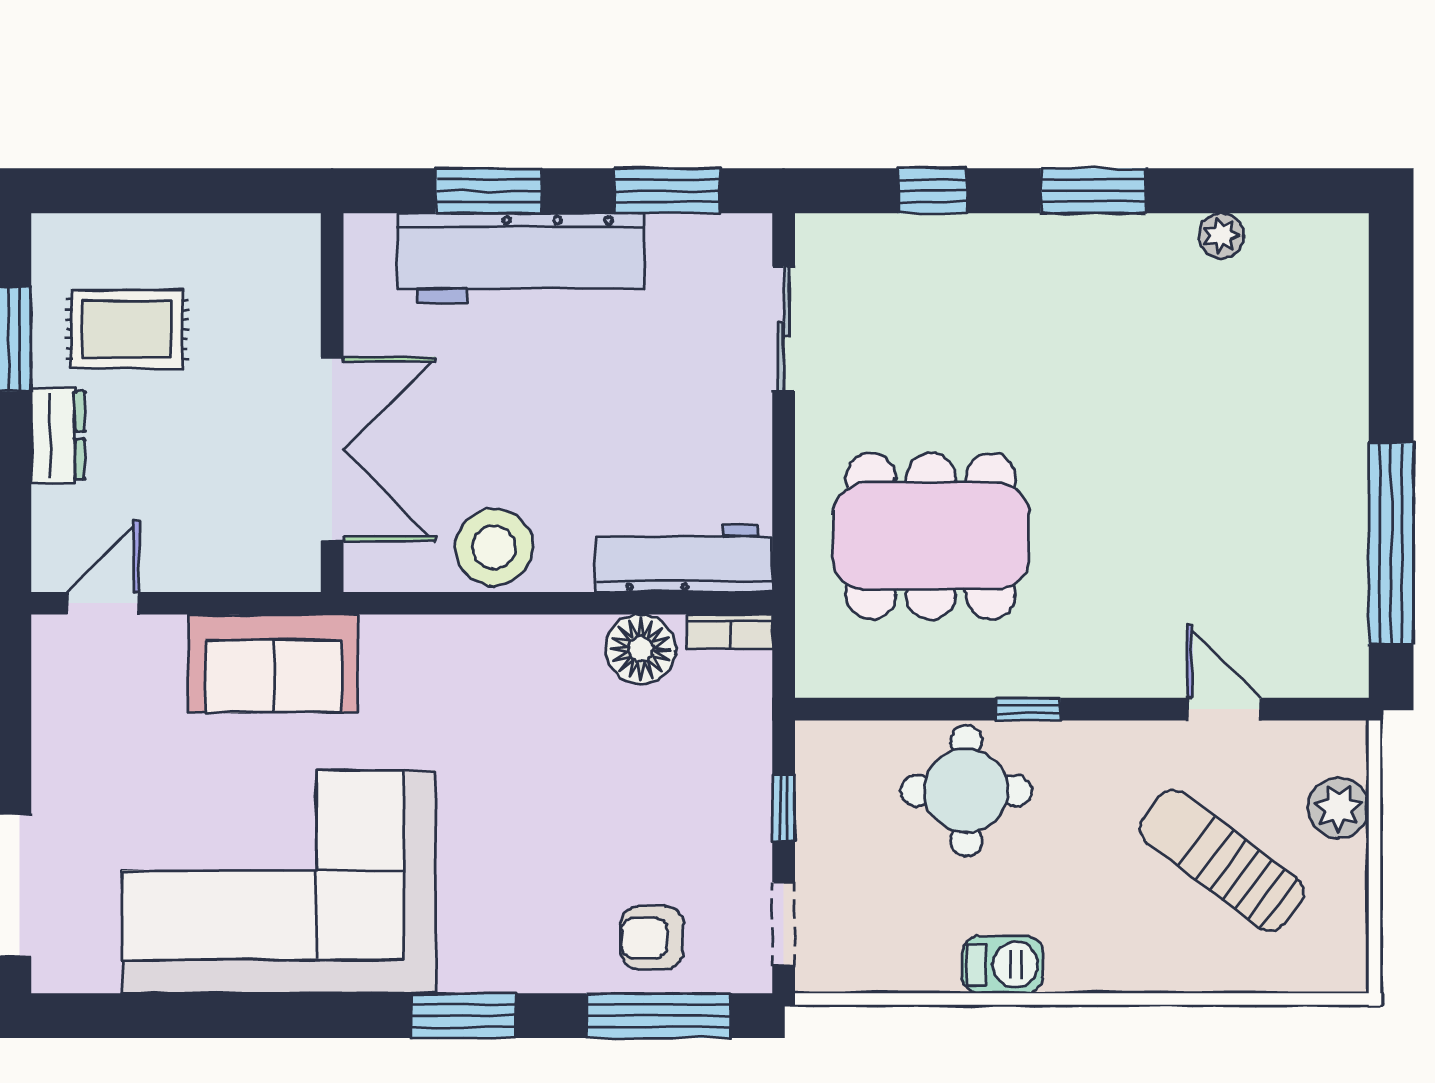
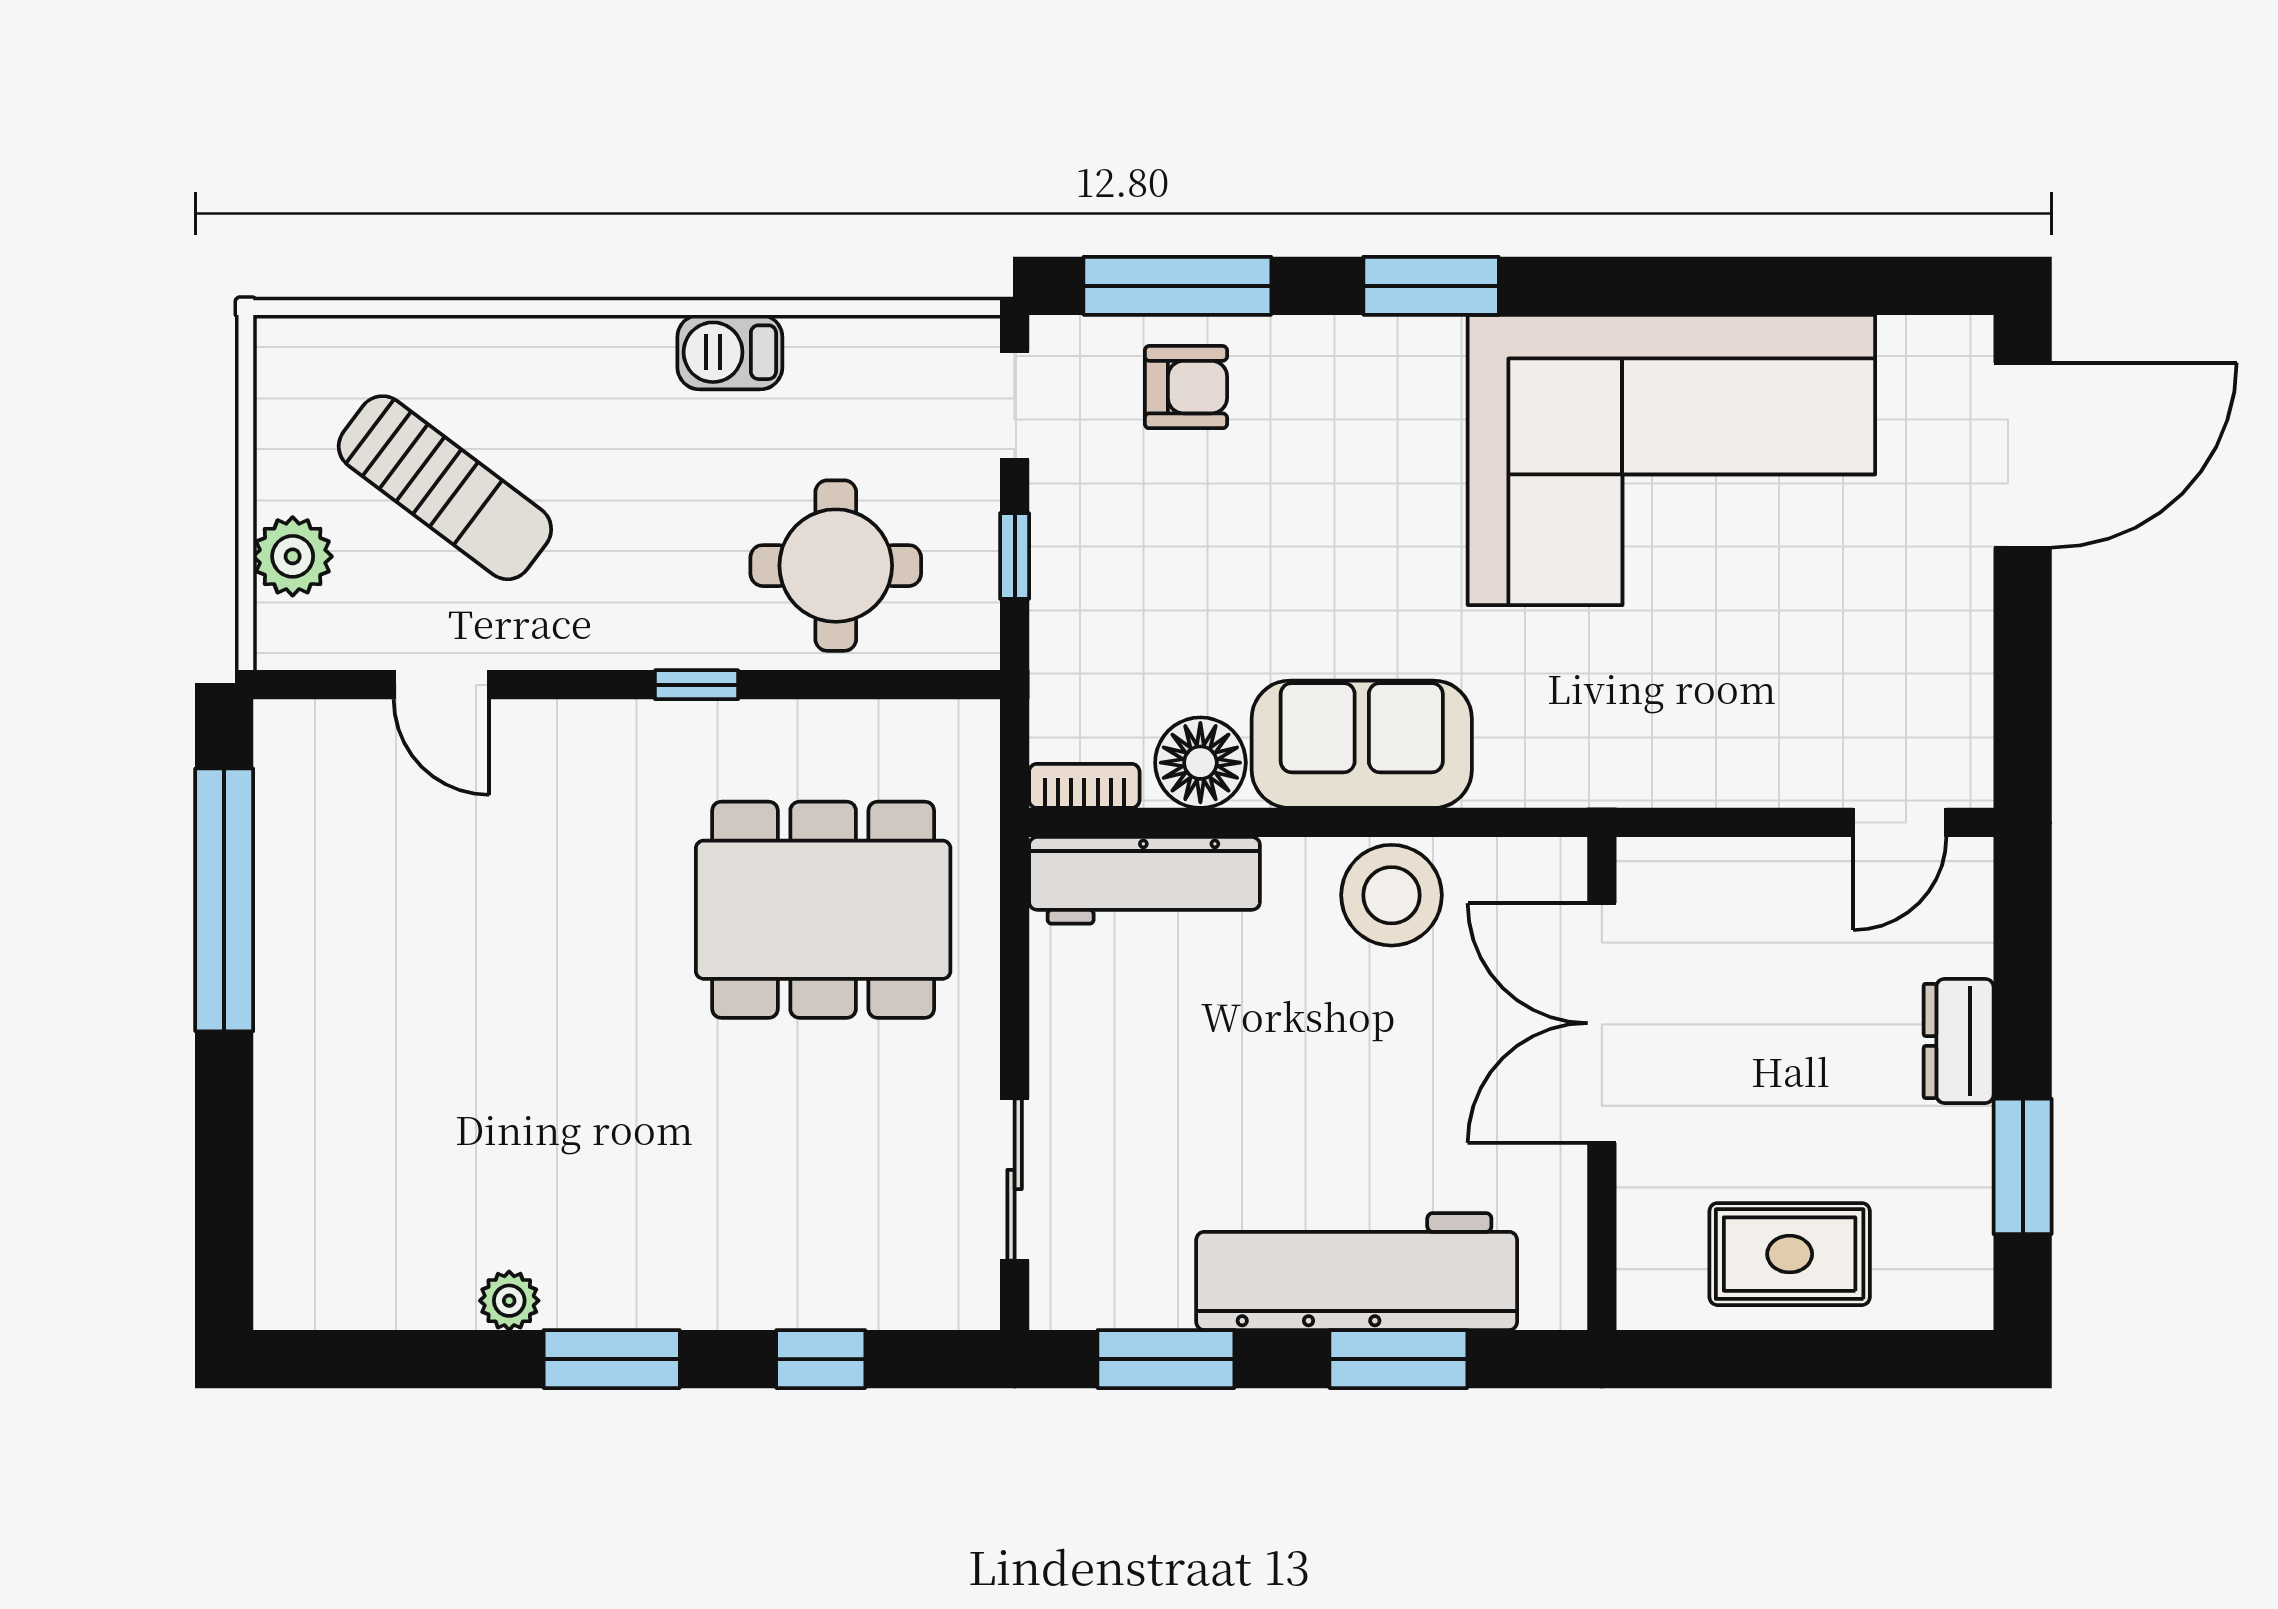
plant: (1221, 236) -> (509, 1301), moved
rug: (127, 329) -> (1790, 1254), moved
sofa: (273, 663) -> (1362, 744), moved
round table: (966, 791) -> (836, 566), moved

